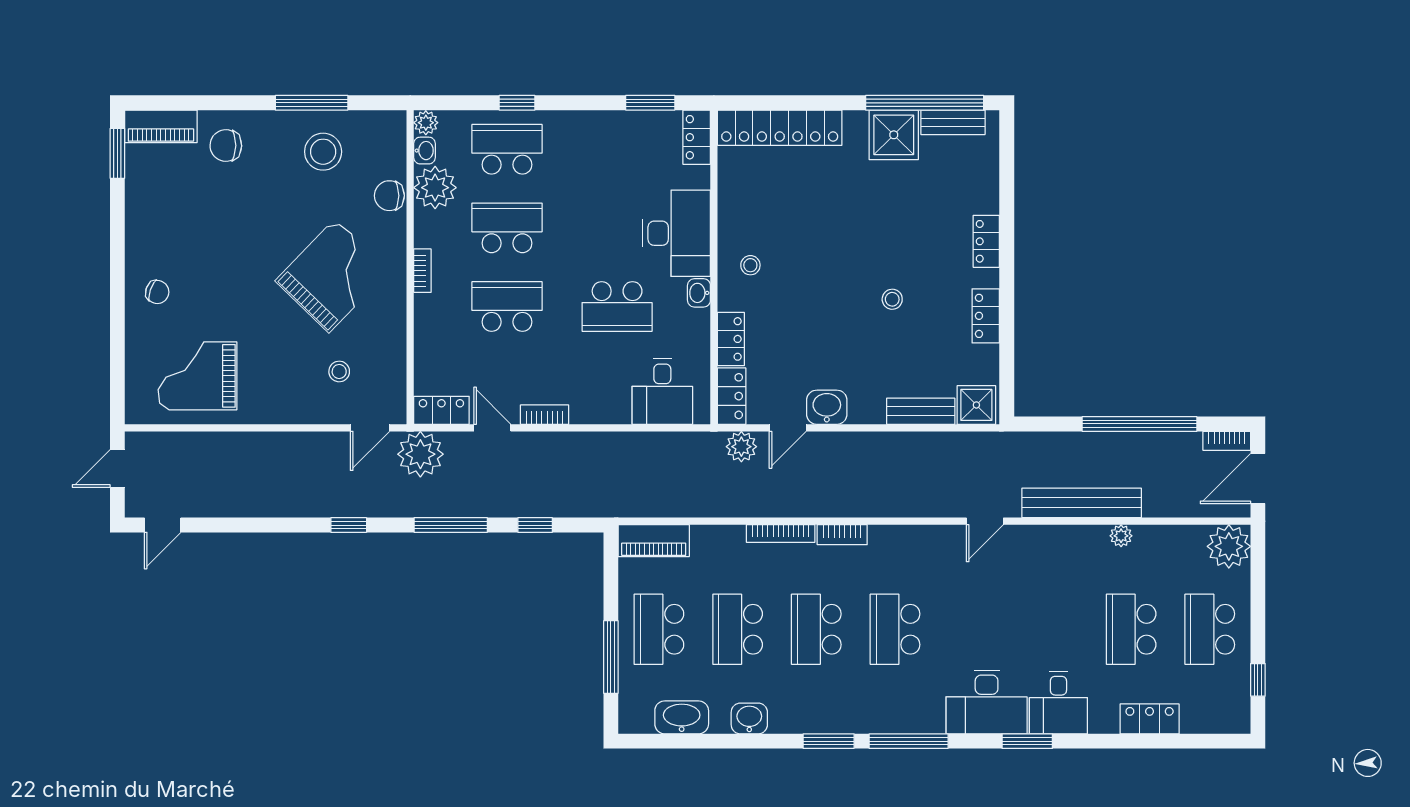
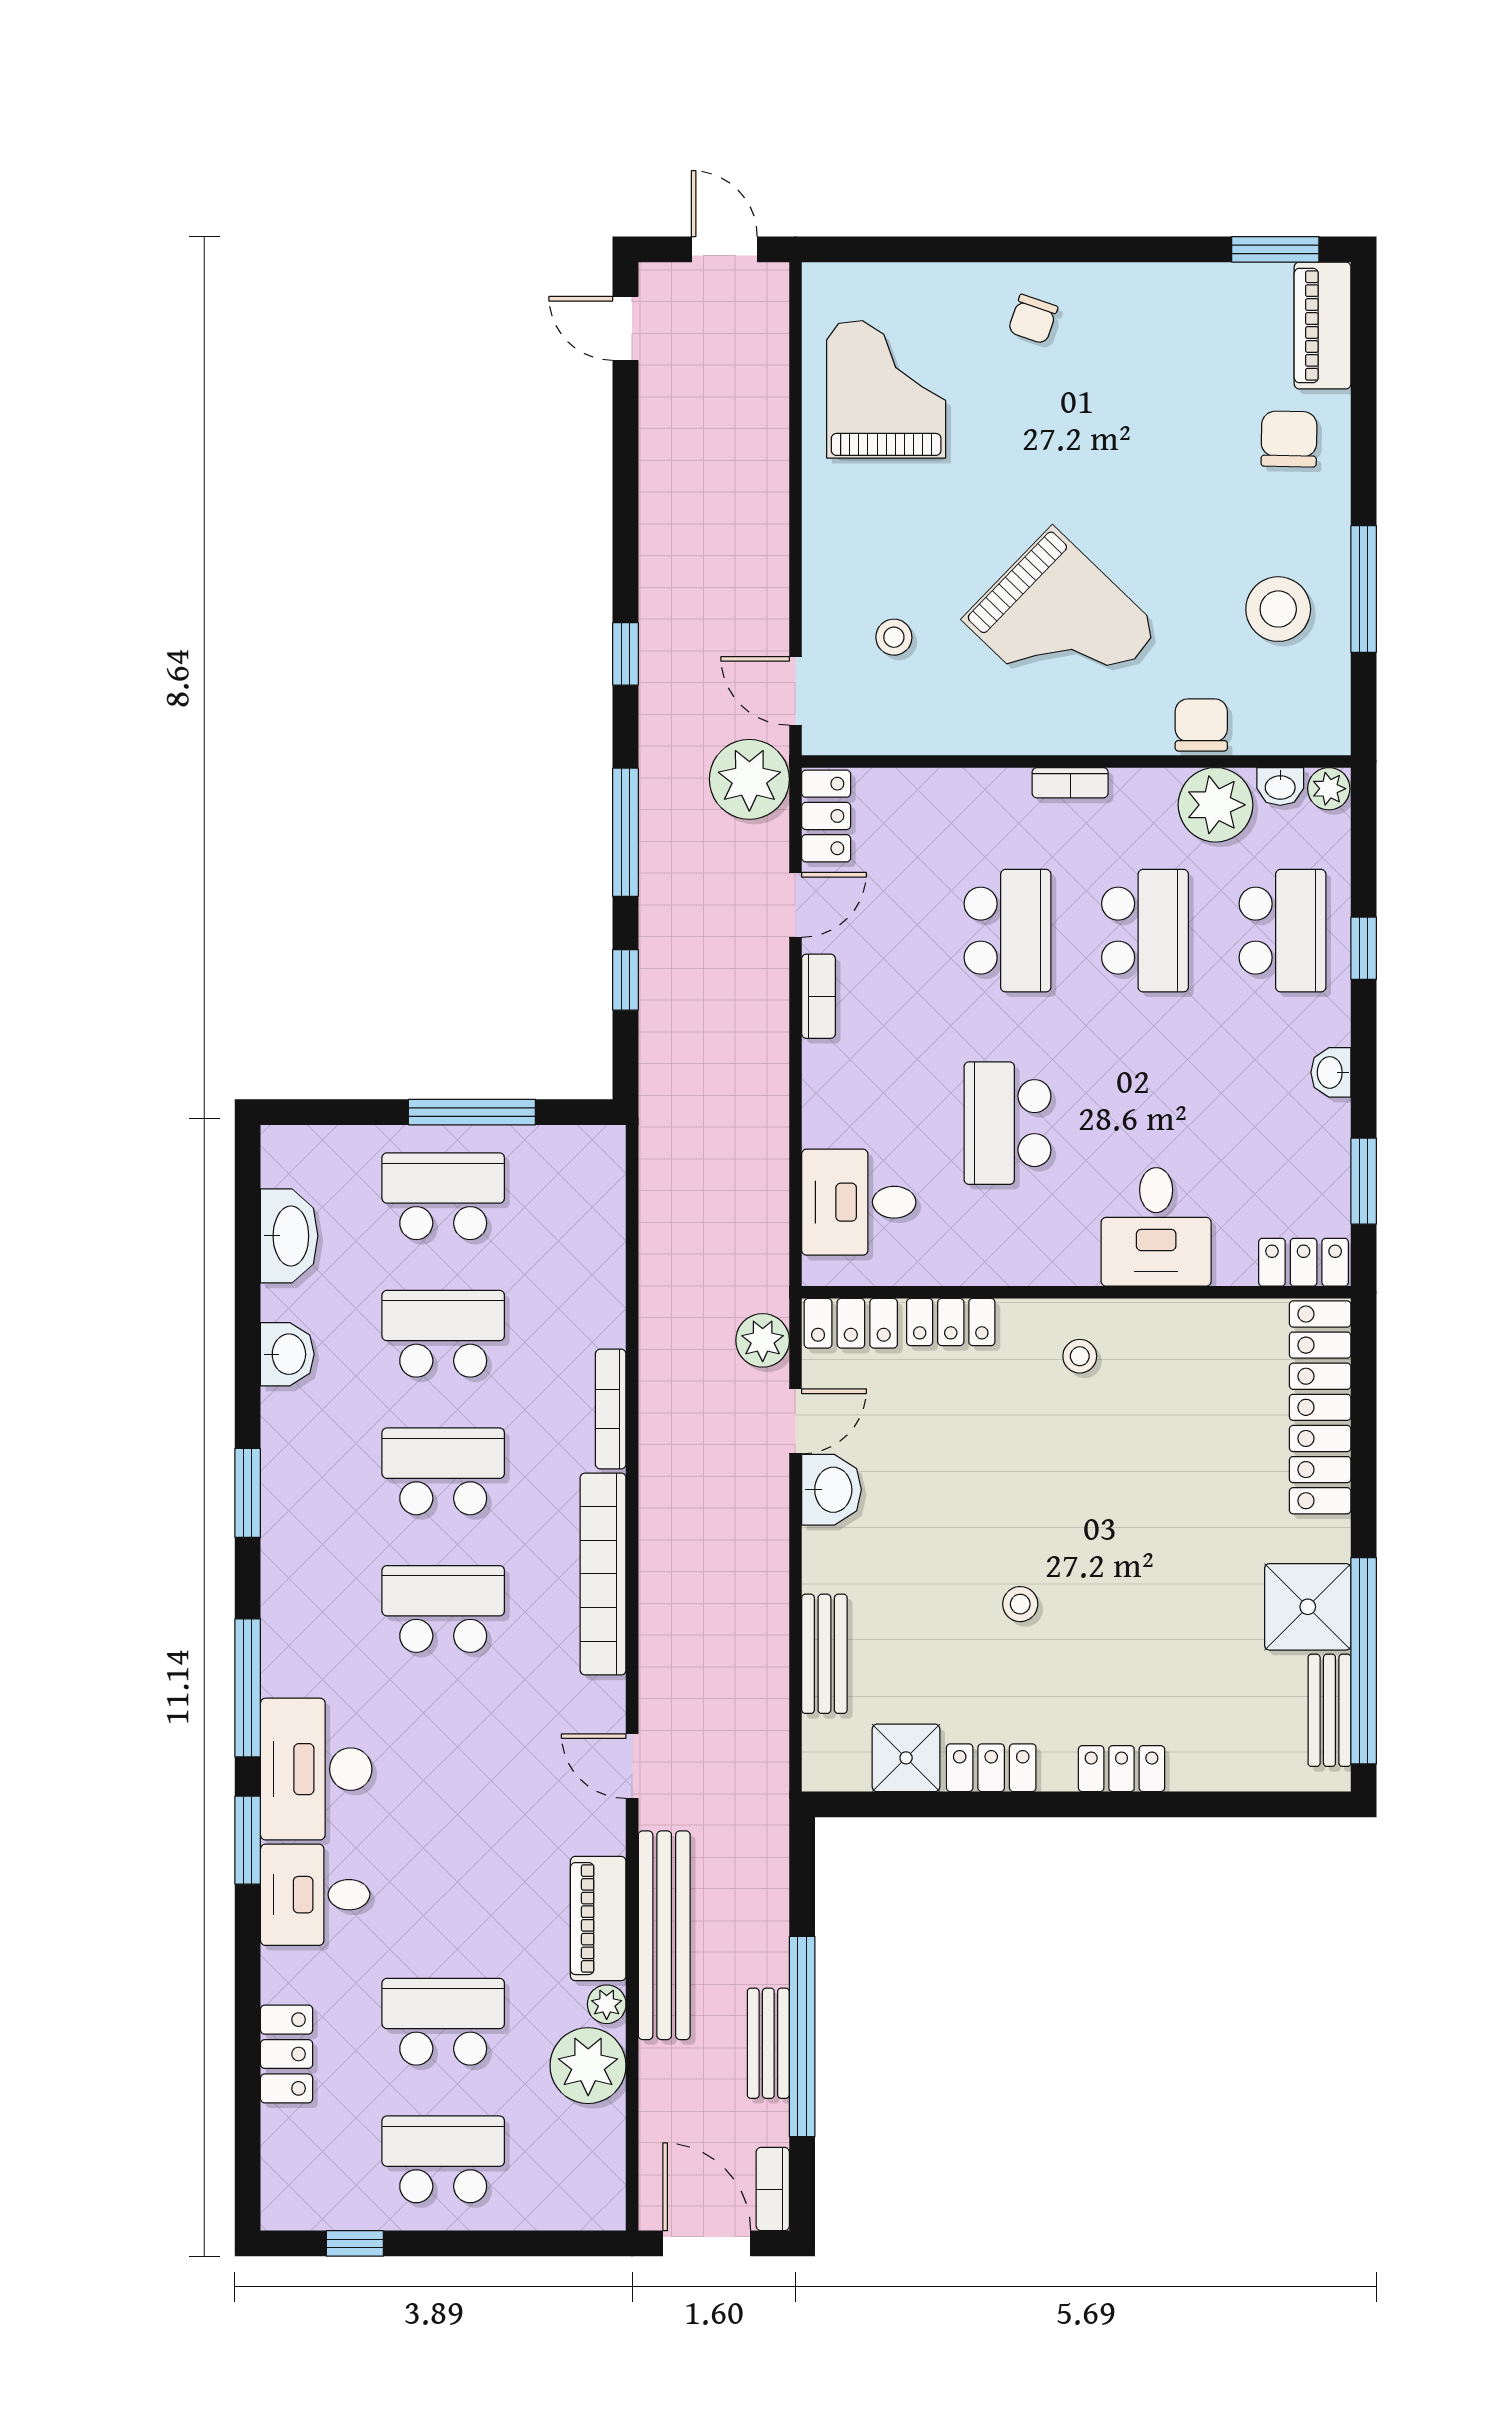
desk: (676, 233) -> (1156, 1227), width x0.73
washbasin: (699, 293) -> (1331, 1072), moved, turned -90
shower: (976, 405) -> (906, 1758), moved
door: (788, 428) -> (795, 1421), swing flipped
bench: (1143, 443) -> (768, 2043), added
bookcase: (842, 535) -> (603, 1574), width x2.31, depth x1.31
piano: (654, 541) -> (598, 1919), moved
plant: (1229, 546) -> (588, 2066), moved
window: (611, 657) -> (472, 1112), moved
window: (909, 741) -> (248, 1688), moved

